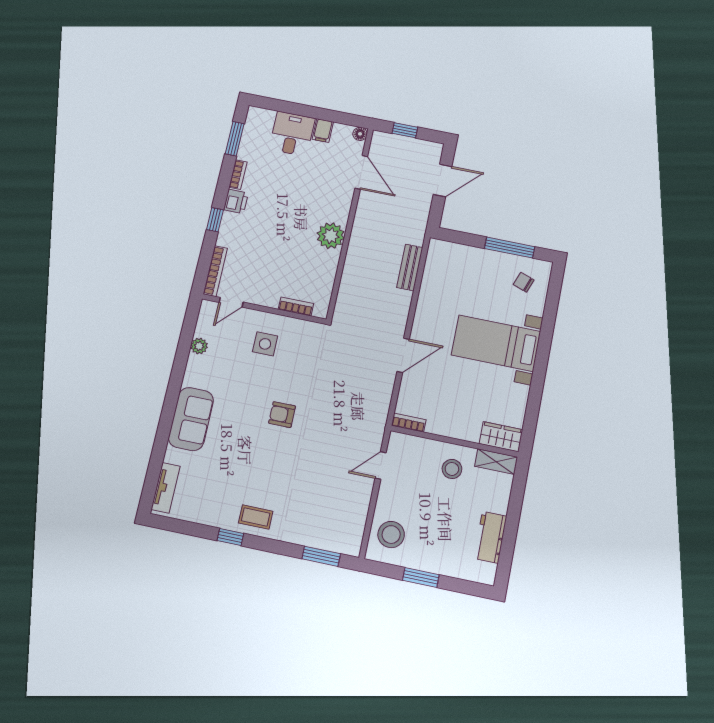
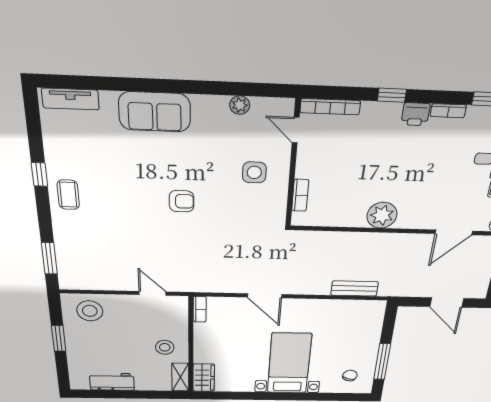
armchair: (282, 415) -> (182, 201), turned 90

